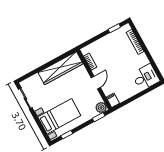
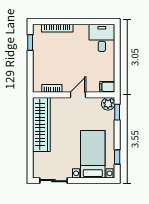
door: (96, 83) -> (78, 95), hinge flipped

